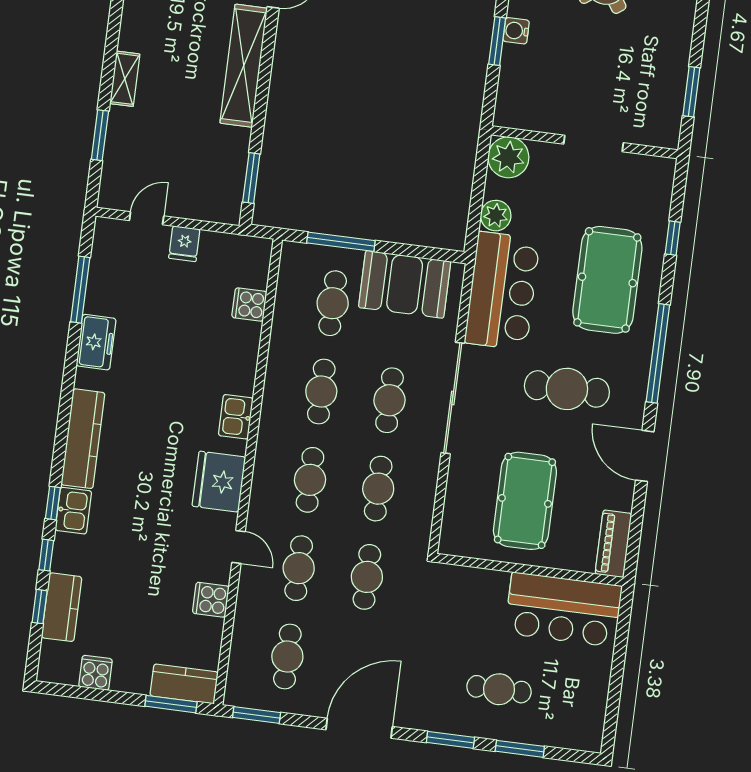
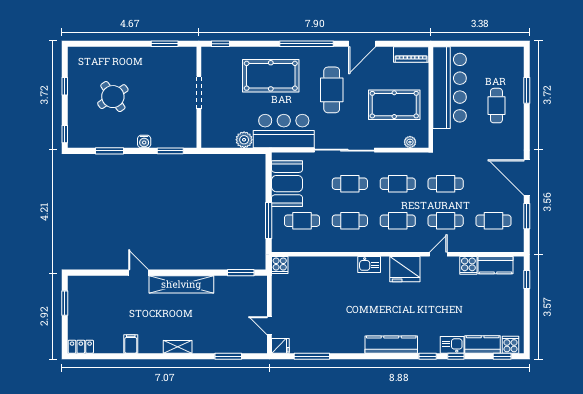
window: (497, 41) -> (170, 151), moved
shelving: (125, 79) -> (178, 347), moved
plant: (508, 157) -> (410, 142), moved, width x0.53, depth x0.53
window: (673, 238) -> (220, 44), moved
fridge: (184, 244) -> (280, 346), moved
cooker: (249, 305) -> (280, 265), moved
freezer: (96, 342) -> (339, 344), removed
kitchen sink: (73, 511) -> (452, 345), moved
window: (40, 607) -> (502, 356), moved
bar counter: (563, 610) -> (450, 88), width x1.36
cooker: (95, 673) -> (510, 345), moved, turned 90
kitchen counter: (184, 684) -> (496, 265), moved, turned -90
window: (171, 704) -> (527, 280), width x0.67
window: (257, 715) -> (527, 216), moved
window: (450, 740) -> (527, 128), removed

